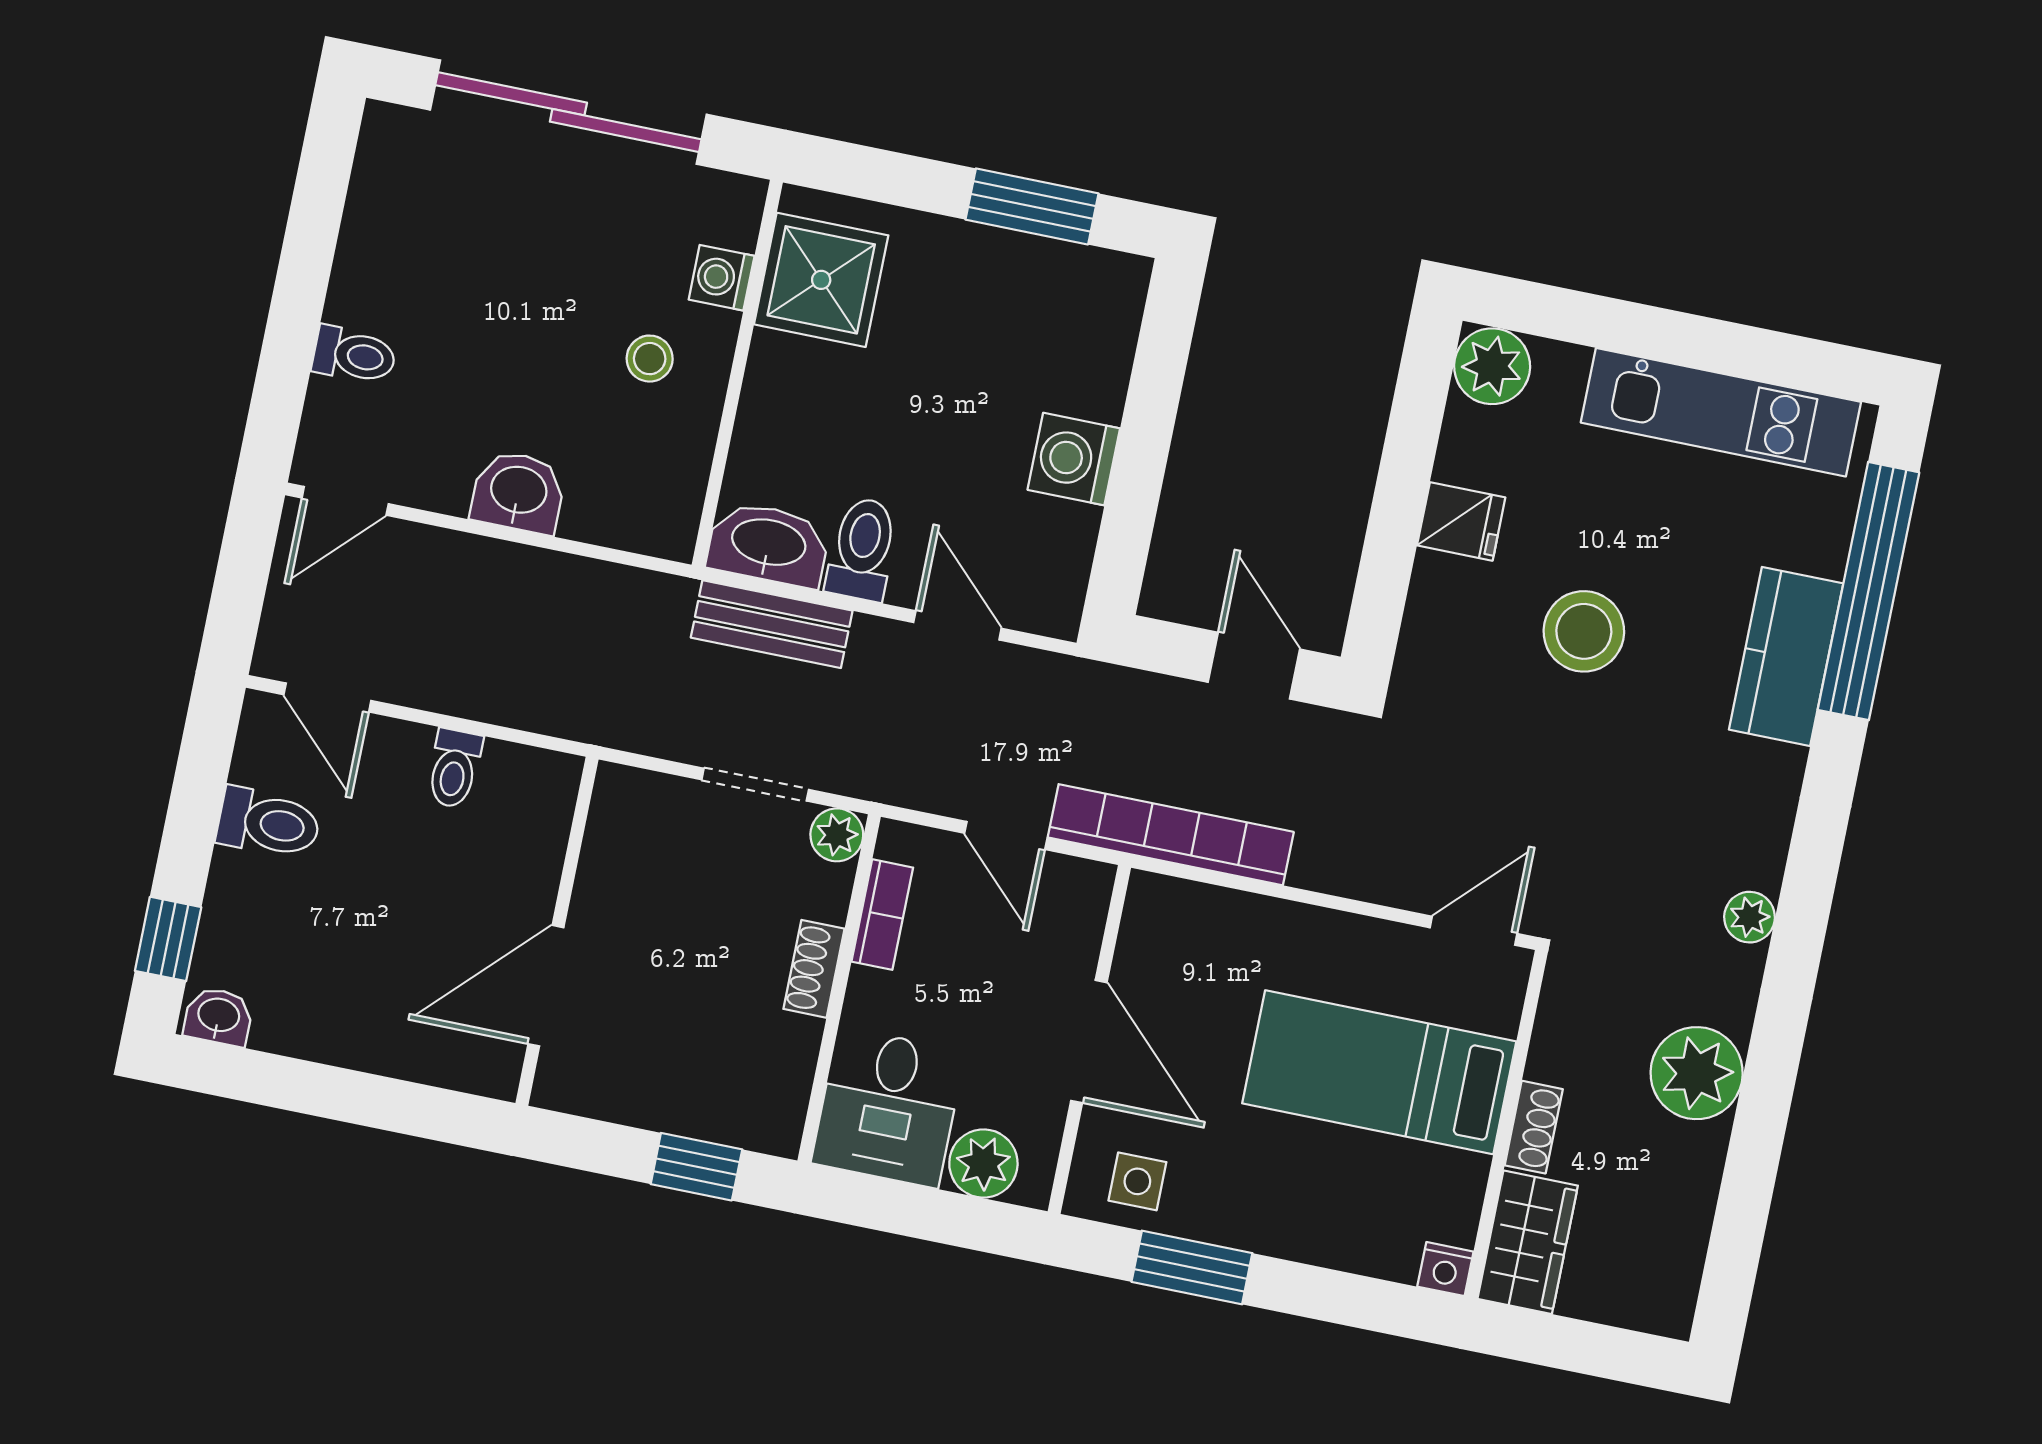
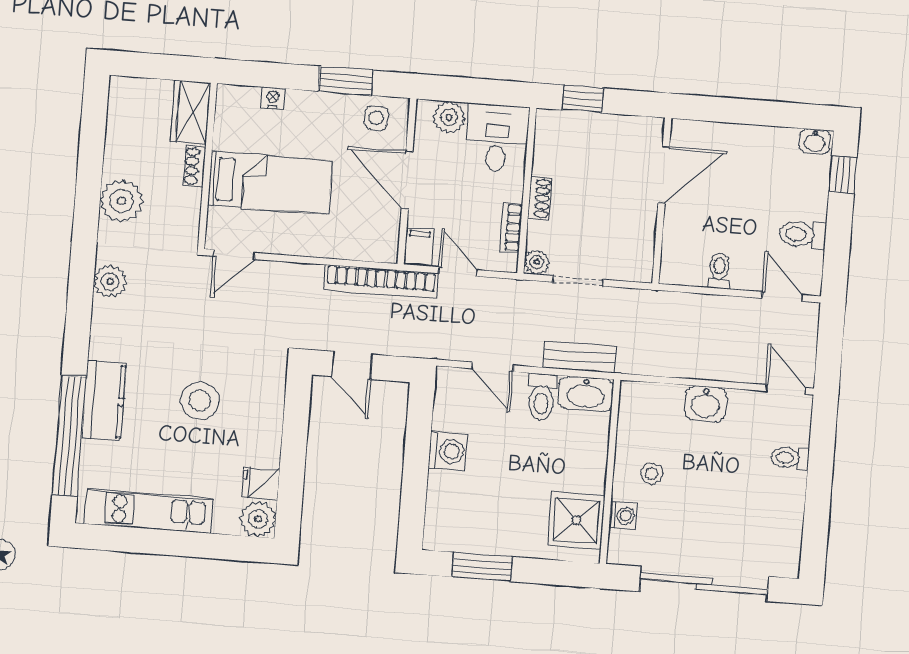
door: (345, 501) -> (786, 389), hinge flipped
fridge: (1461, 521) -> (261, 483), moved
filing cabinet: (1081, 898) -> (419, 247), added
plant: (1750, 917) -> (110, 282), width x1.38, depth x1.38
nightstand: (1445, 1269) -> (273, 98), moved

